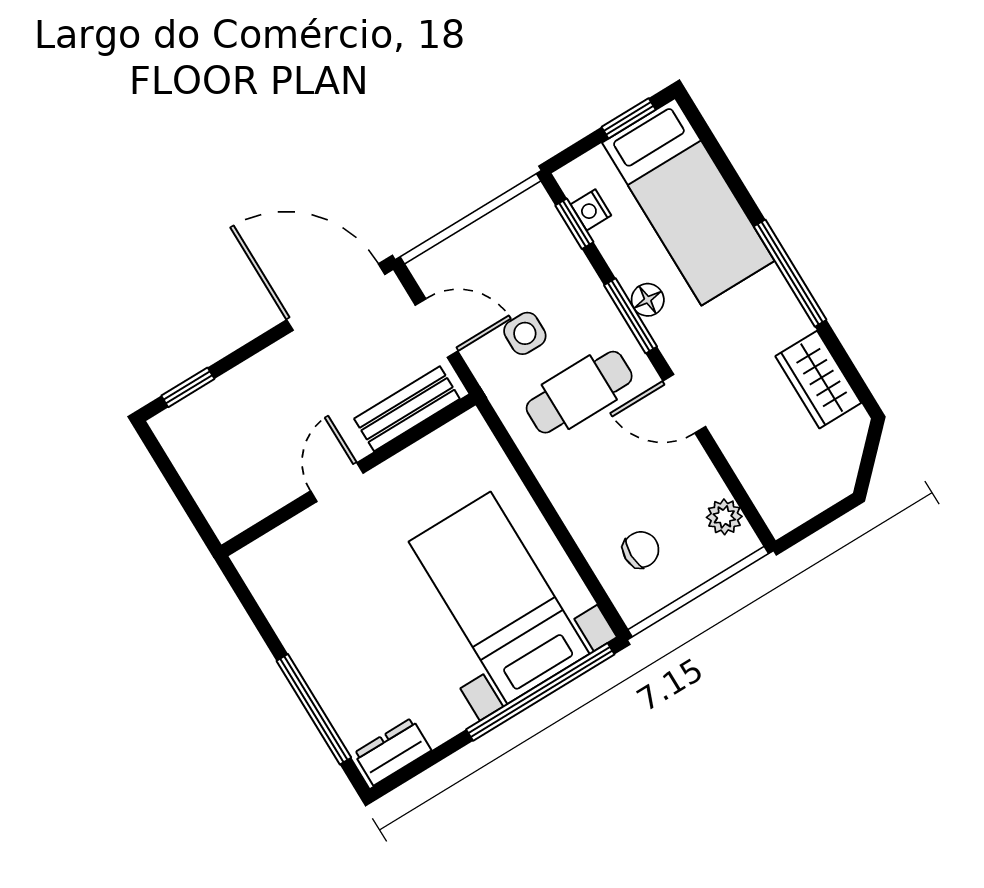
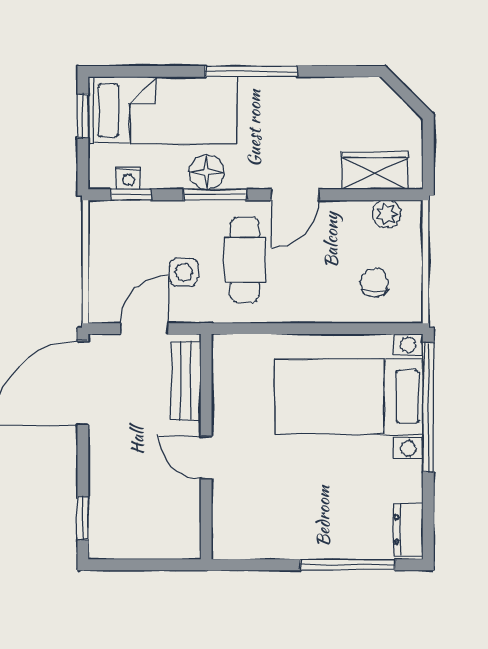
floor lamp: (648, 300) -> (207, 172), width x1.37, depth x1.37
wardrobe: (818, 380) -> (375, 170), moved, turned 180

